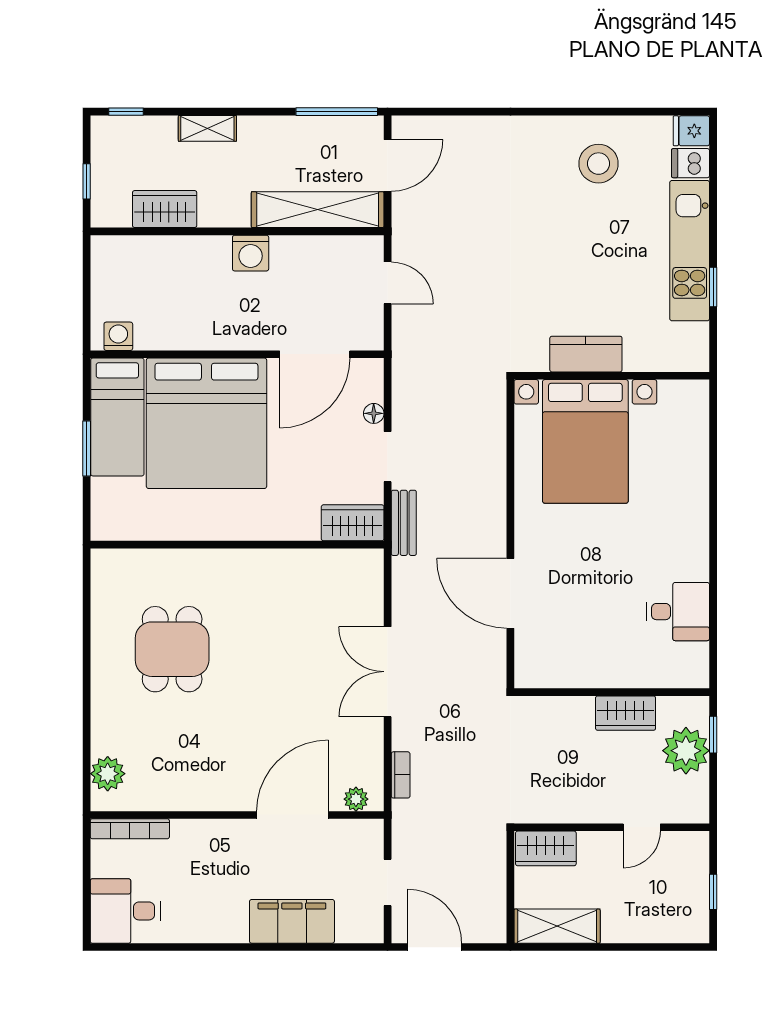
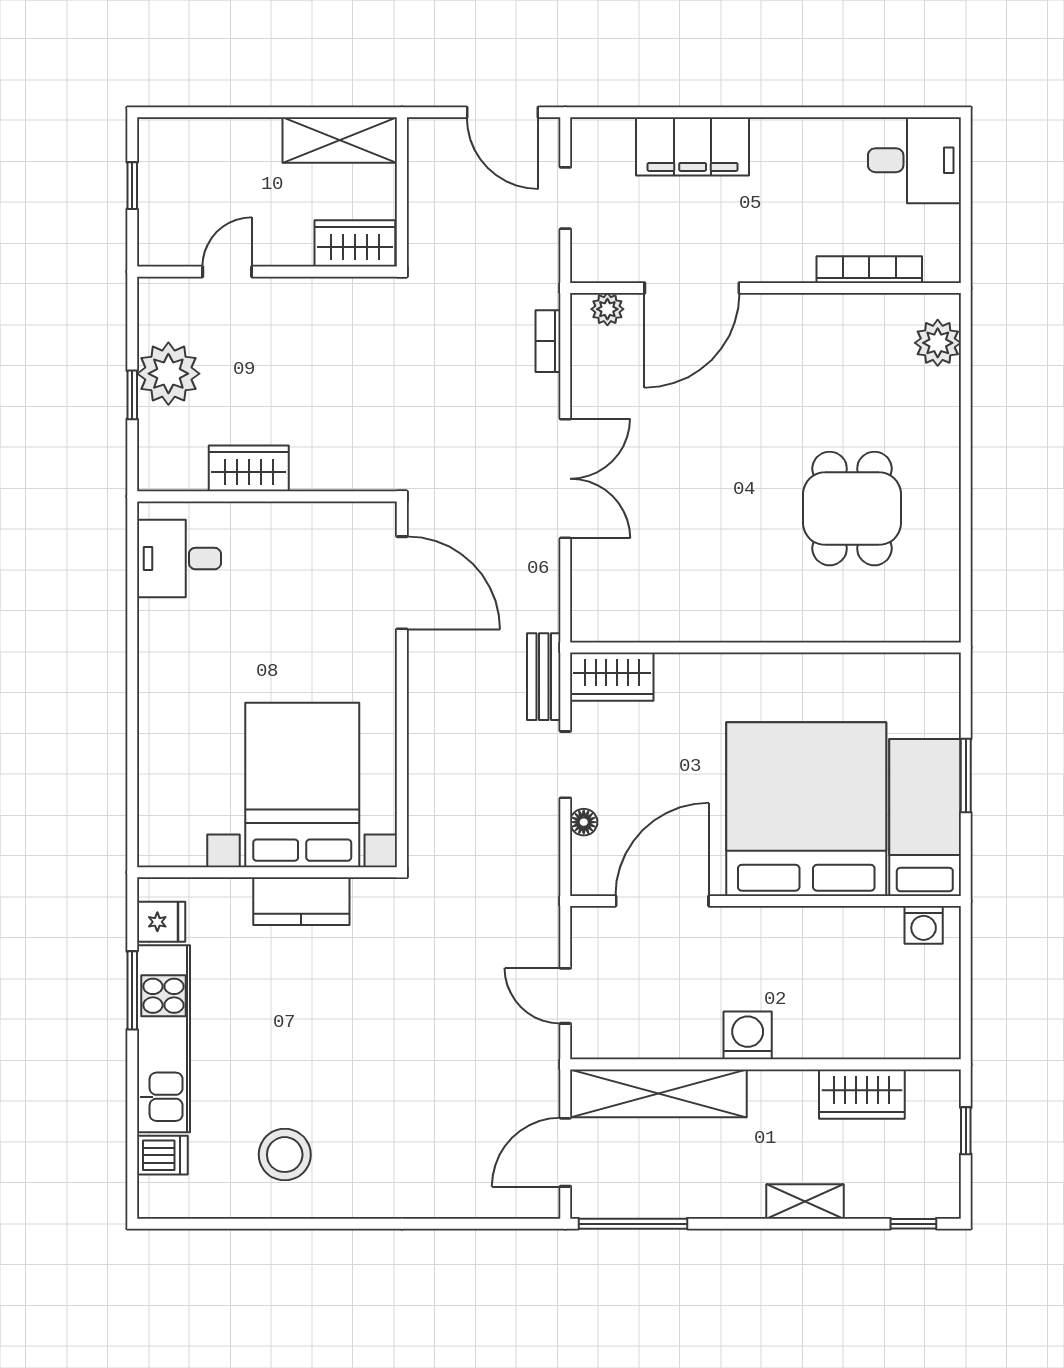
fridge: (691, 131) -> (161, 922), moved
window: (713, 287) -> (132, 990), width x1.50
wall: (612, 692) -> (267, 496), moved
wardrobe: (626, 713) -> (249, 468), moved
bookcase: (130, 829) -> (869, 270), moved

